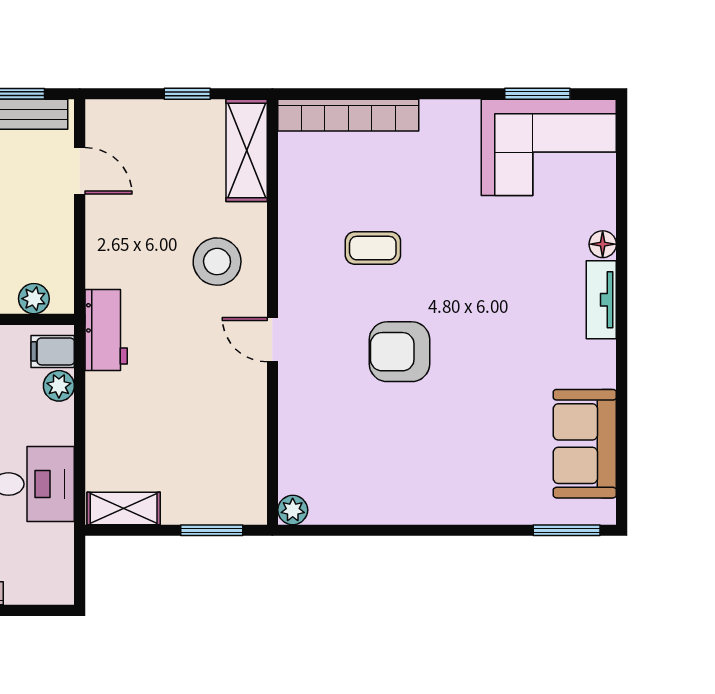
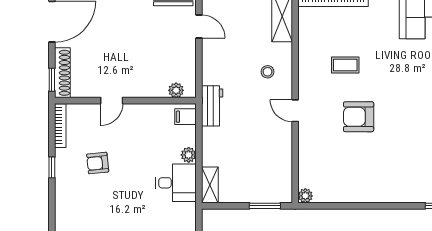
stool: (217, 262) -> (268, 72), width x0.53, depth x0.53
plant: (59, 386) -> (189, 155), moved
shelving: (124, 508) -> (210, 185), moved, turned 90

